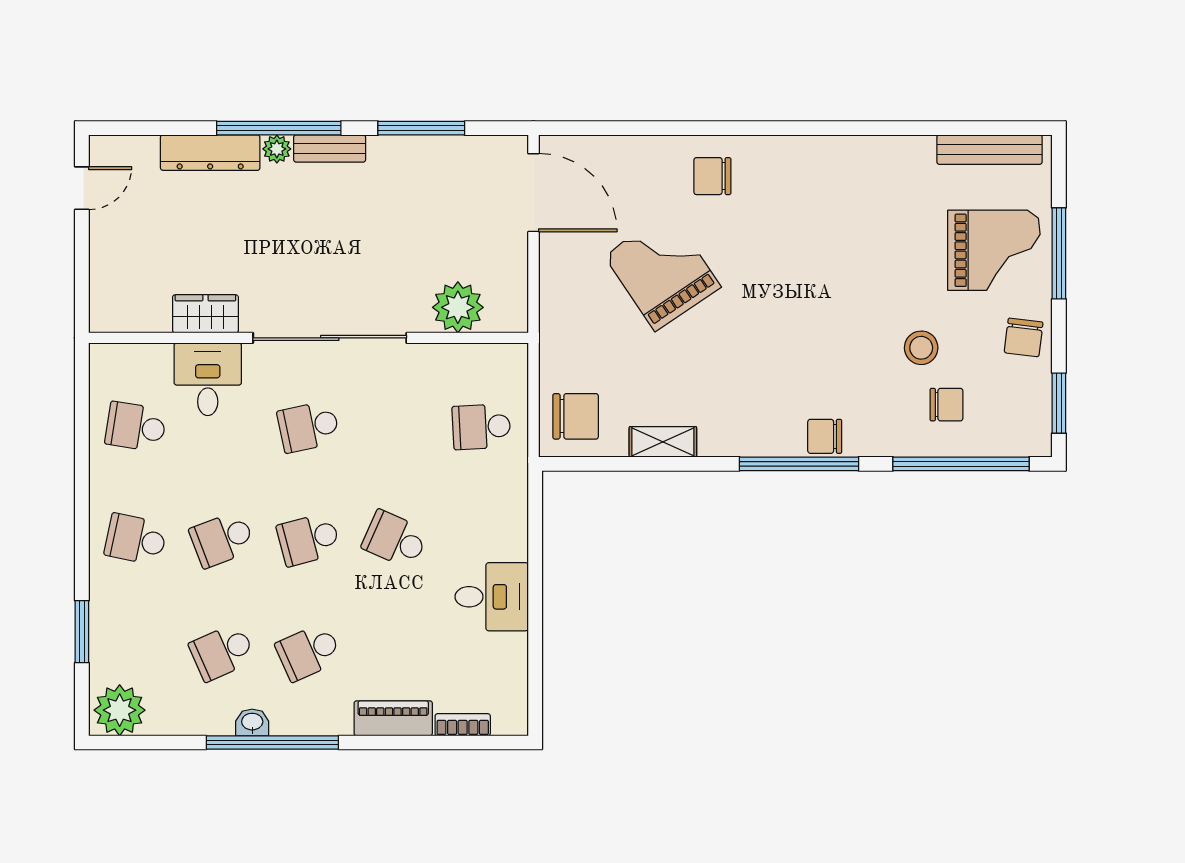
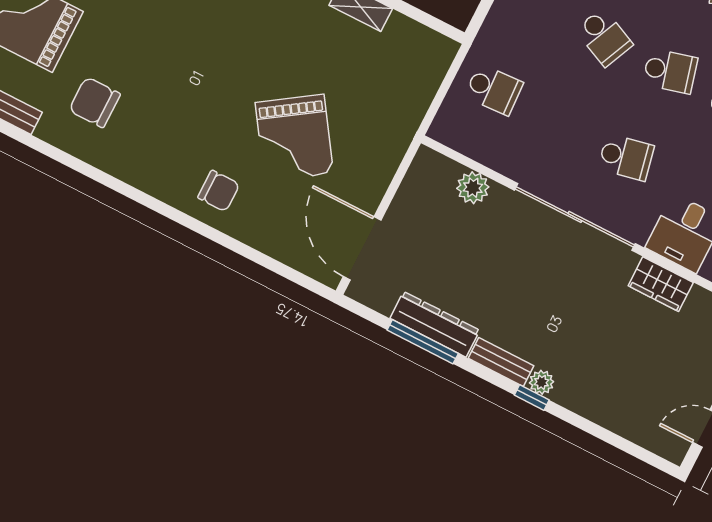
window: (279, 128) -> (532, 398), width x0.32
dresser: (210, 153) -> (435, 324), moved
plant: (458, 307) -> (473, 188), width x0.73, depth x0.73
chair: (576, 416) -> (95, 102), moved

